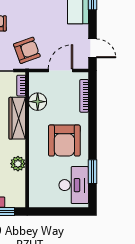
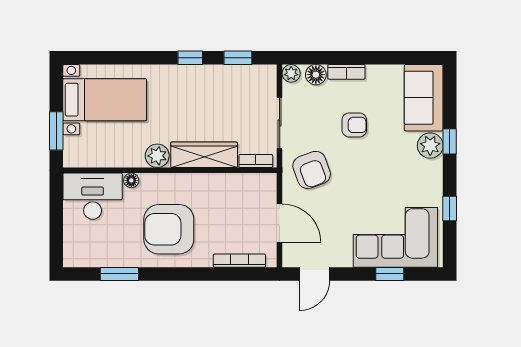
floor lamp: (38, 102) -> (131, 180), moved, width x0.53, depth x0.53
plant: (18, 164) -> (157, 156), moved
desk: (74, 185) -> (93, 196), moved, turned 180

